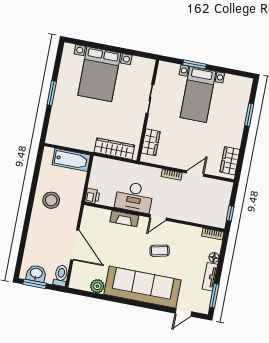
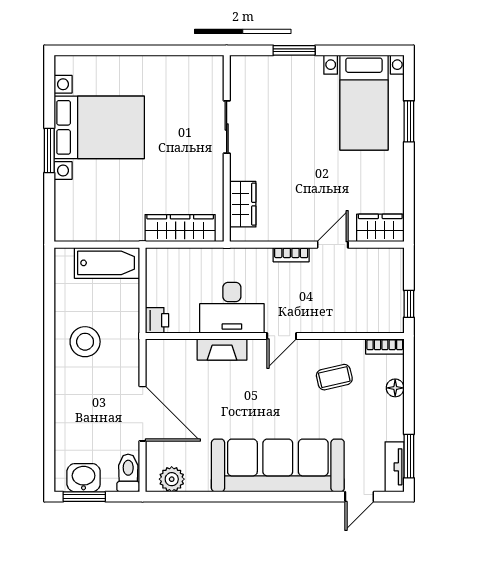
bed with nightstands: (99, 74) -> (99, 127), moved, turned -90
bed with nightstands: (198, 94) -> (364, 103), moved
wardrobe: (230, 161) -> (380, 228), moved, turned 90
coffee table: (160, 251) -> (334, 377), moved
tv unit: (210, 277) -> (395, 467), moved
plant: (97, 286) -> (172, 479), moved

